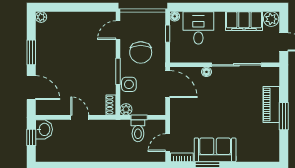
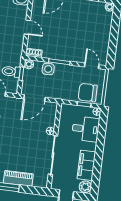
chair: (141, 52) -> (88, 93), moved
door: (168, 84) -> (34, 98), moved
door: (80, 117) -> (27, 27), hinge flipped

